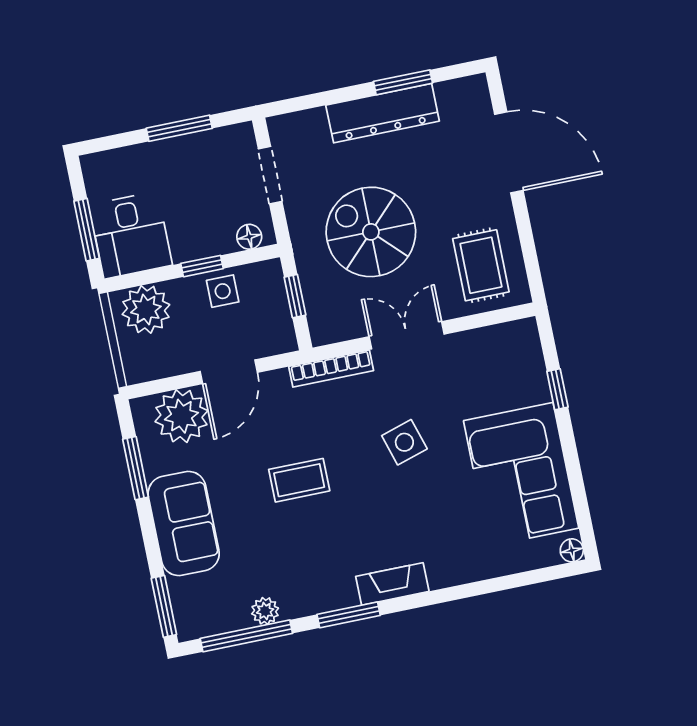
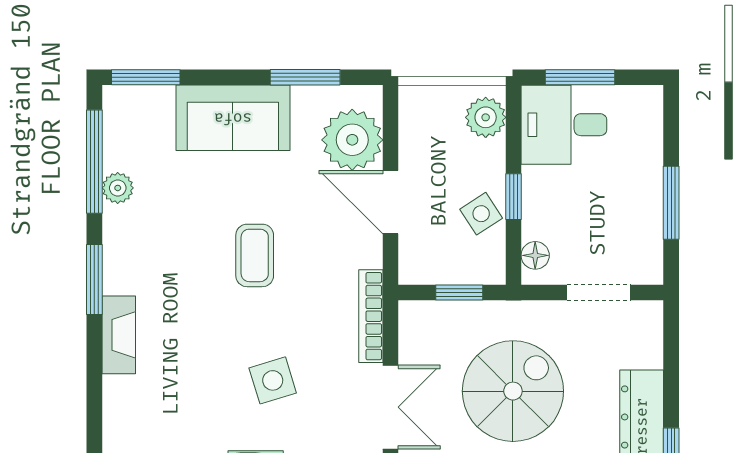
side table: (223, 291) -> (481, 214), turned -33
plant: (146, 309) -> (486, 117), width x0.73, depth x0.73

